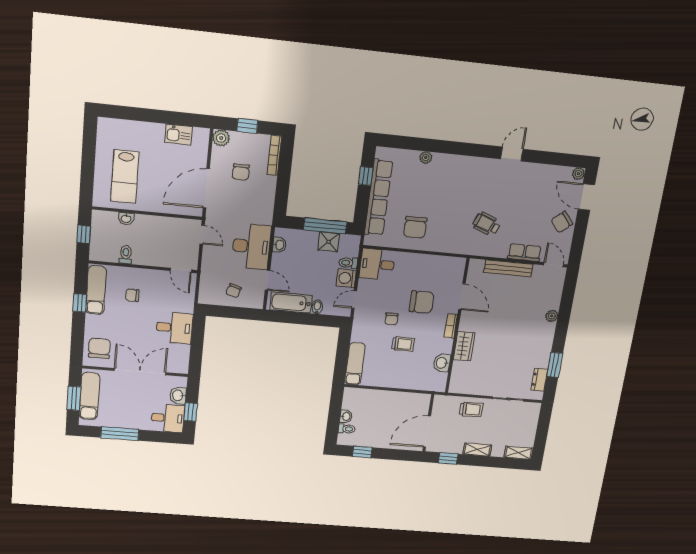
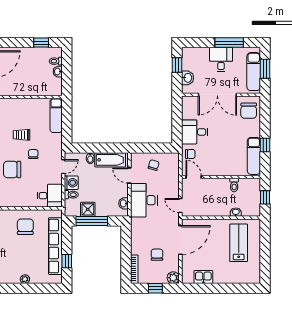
chair: (132, 295) -> (190, 154), moved
desk: (168, 418) -> (221, 59), moved, turned 90

